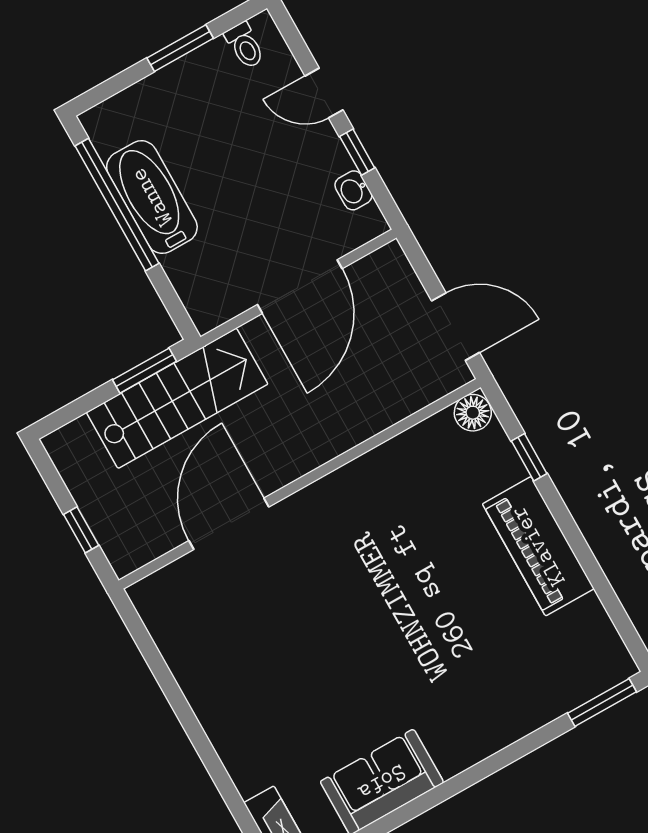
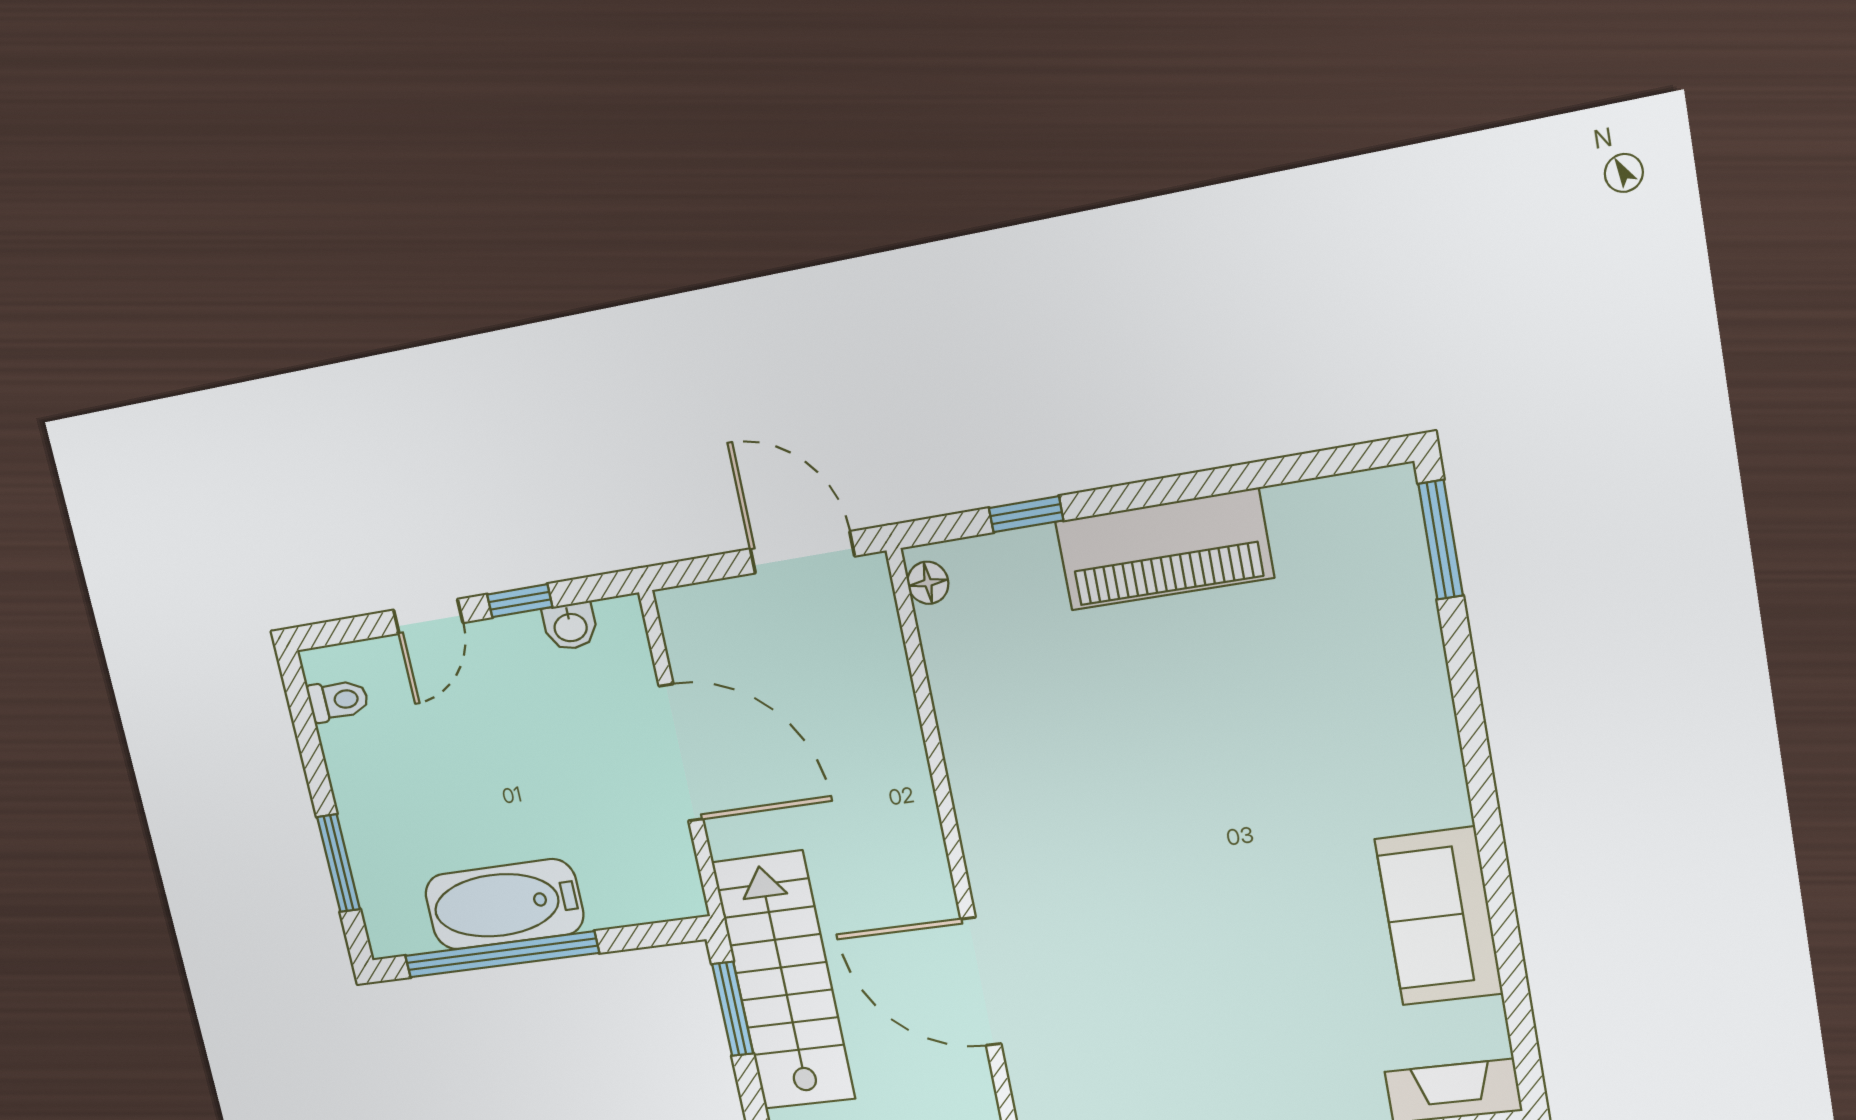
window: (180, 48) -> (339, 863), moved
door: (456, 327) -> (802, 552), hinge flipped
floor lamp: (473, 413) -> (928, 583), width x0.73, depth x0.73

